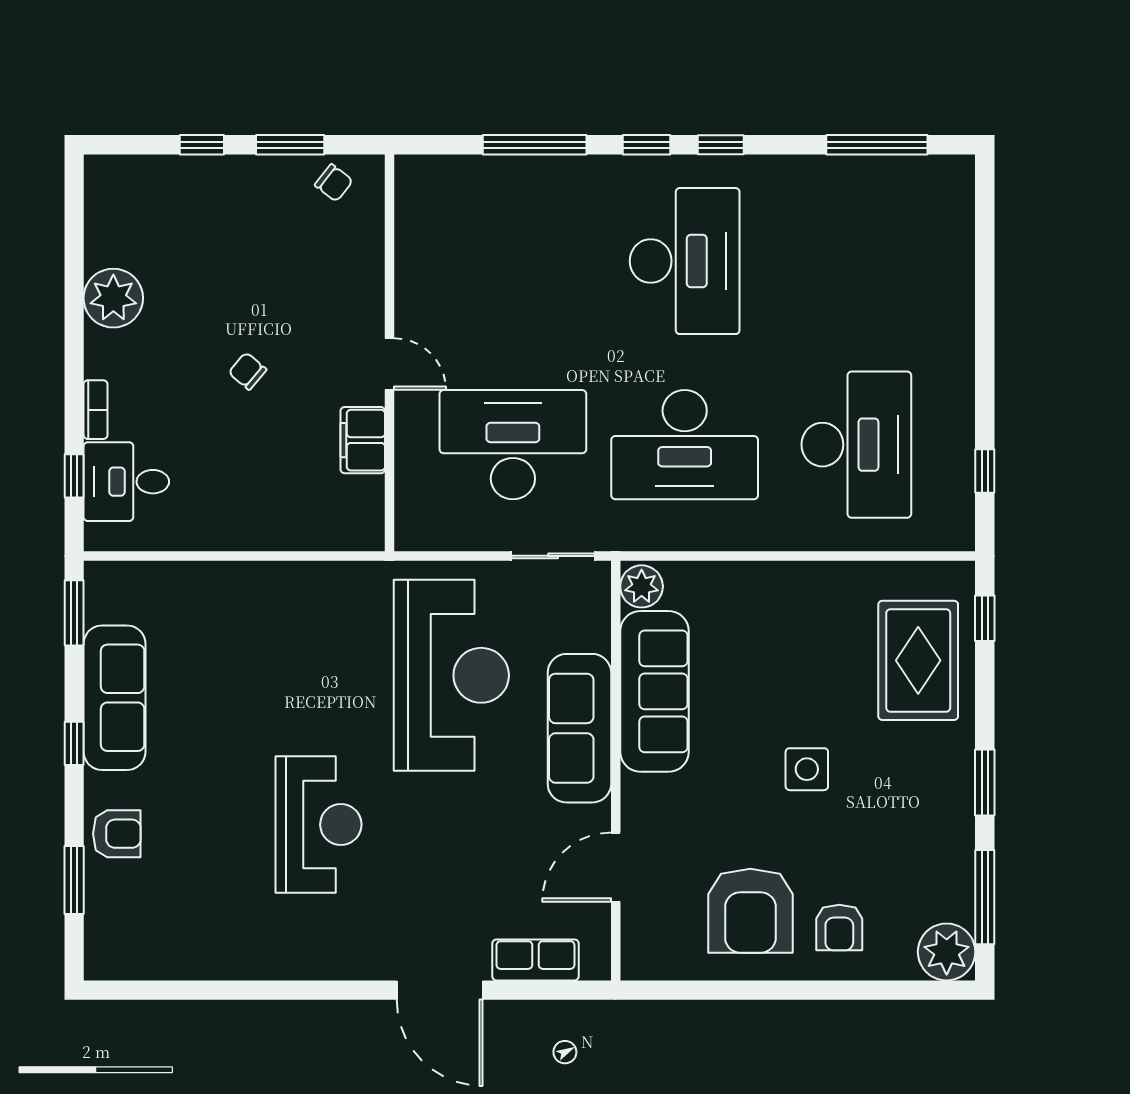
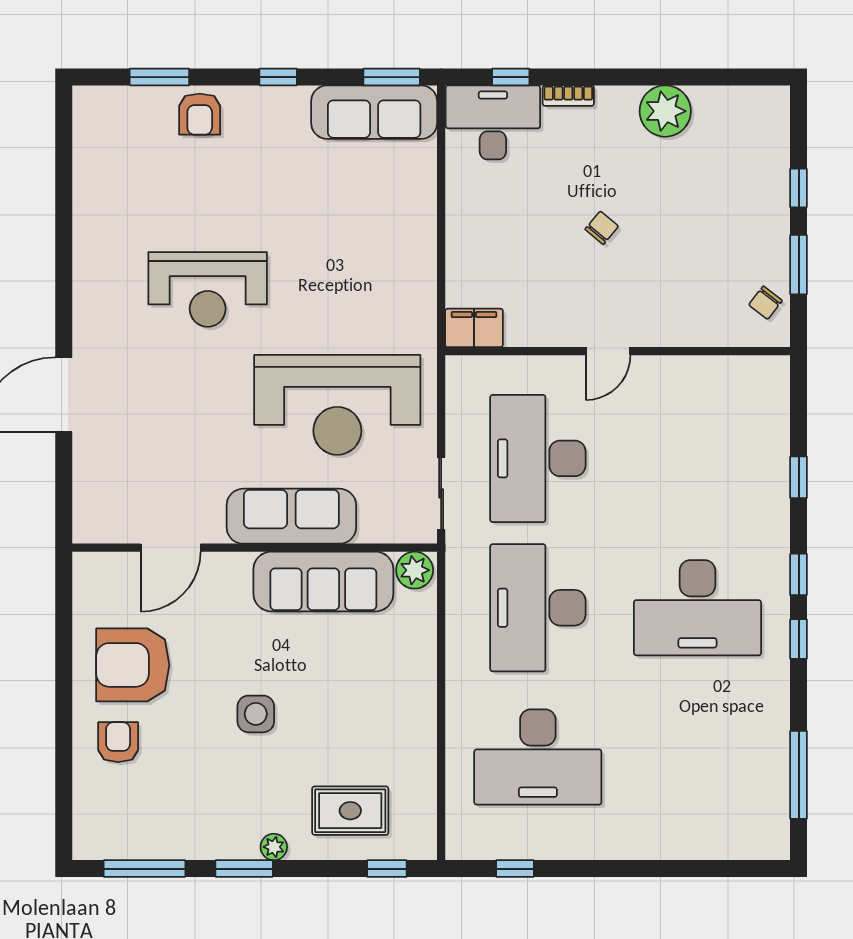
window: (535, 145) -> (799, 477), width x0.46
filing cabinet: (363, 440) -> (474, 328), moved
desk: (513, 445) -> (538, 458), turned 180
desk: (126, 482) -> (493, 122), width x1.37
rug: (918, 660) -> (350, 811), width x0.73, depth x0.70
sofa: (115, 698) -> (374, 112), moved
door: (616, 867) -> (171, 548), swing flipped
armchair: (839, 928) -> (118, 742), turned 90
plant: (947, 952) -> (274, 847), moved, width x0.53, depth x0.53
row of seats: (535, 960) -> (90, 478), removed

